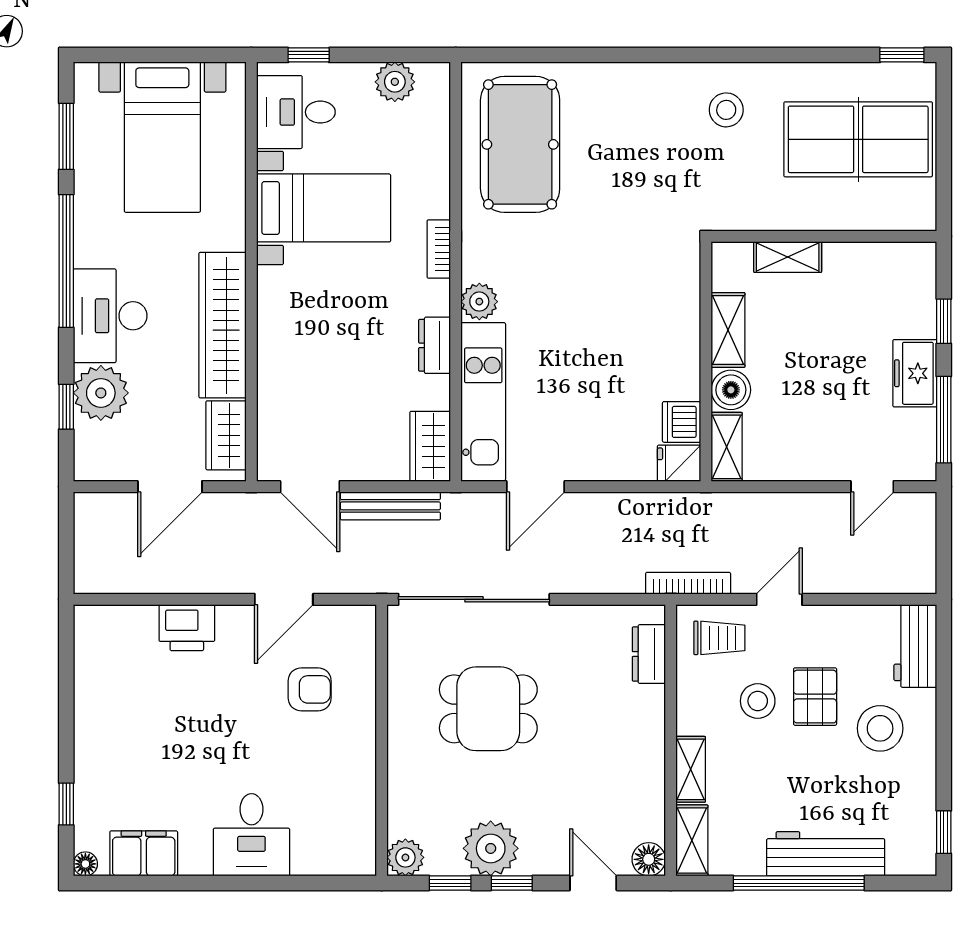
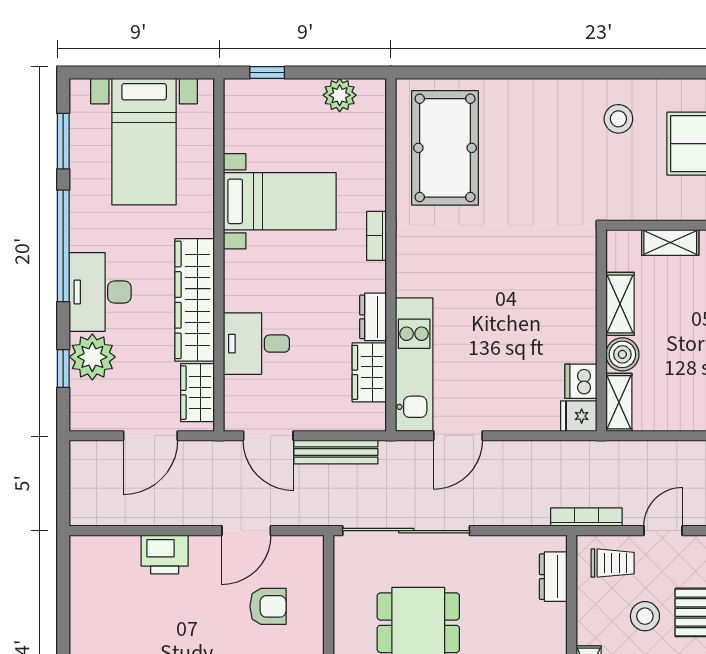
desk: (296, 112) -> (256, 344), moved
plant: (479, 302) -> (411, 280), removed
wardrobe: (430, 446) -> (369, 372), moved

